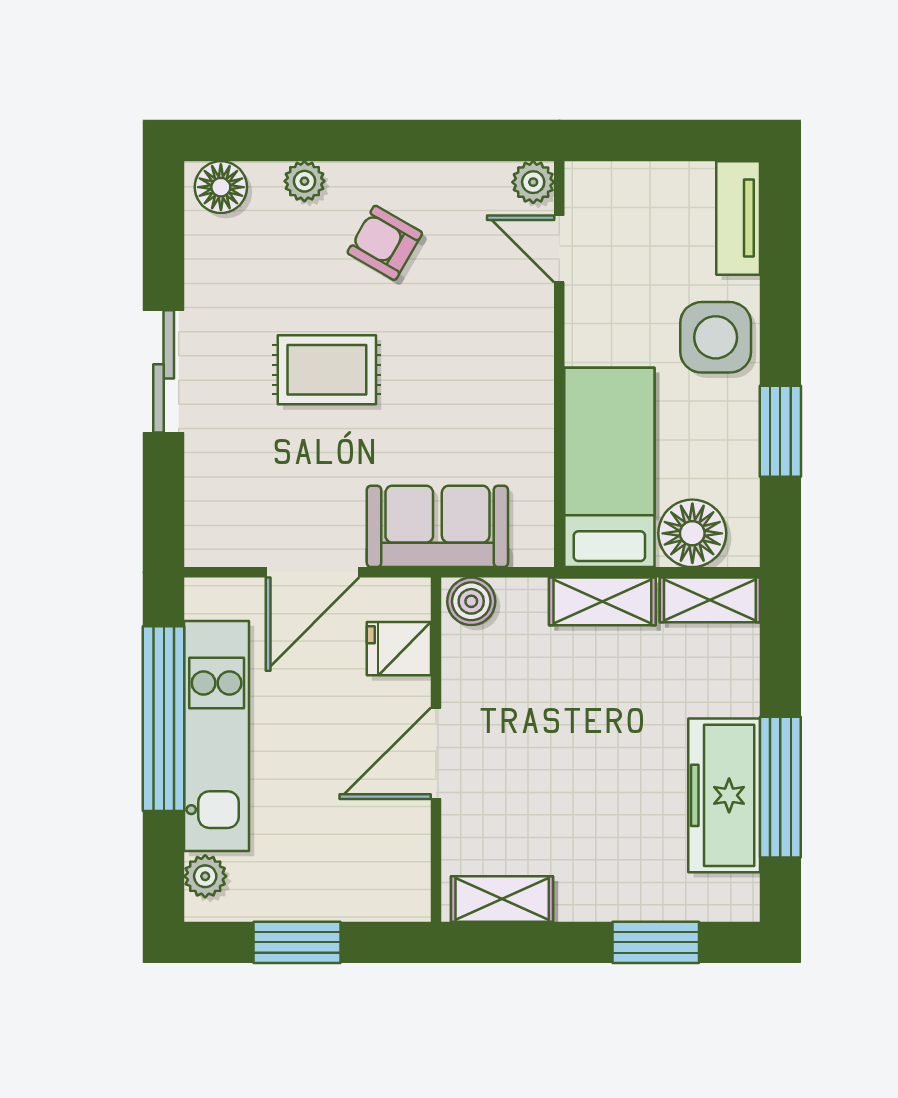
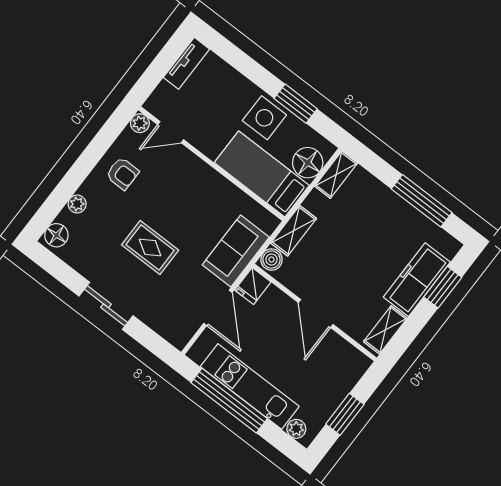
tv unit: (738, 218) -> (186, 63), moved, turned -90
armchair: (385, 243) -> (122, 174), moved, turned -120
side table: (716, 337) -> (264, 118), moved
rug: (327, 370) -> (150, 247), turned 90
shelving: (602, 601) -> (294, 231), moved
fridge: (399, 649) -> (253, 286), moved
freezer: (724, 795) -> (417, 280), moved, turned 90

